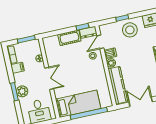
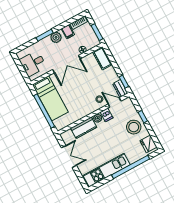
cot: (69, 38) -> (102, 58), moved
double door: (49, 78) -> (66, 64), width x1.37
kitchen counter: (118, 85) -> (84, 128), width x0.67
plant: (22, 91) -> (56, 37), moved

